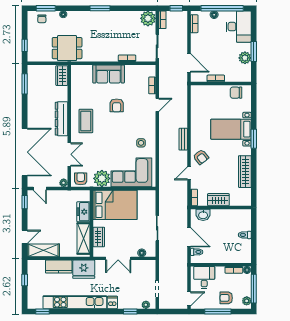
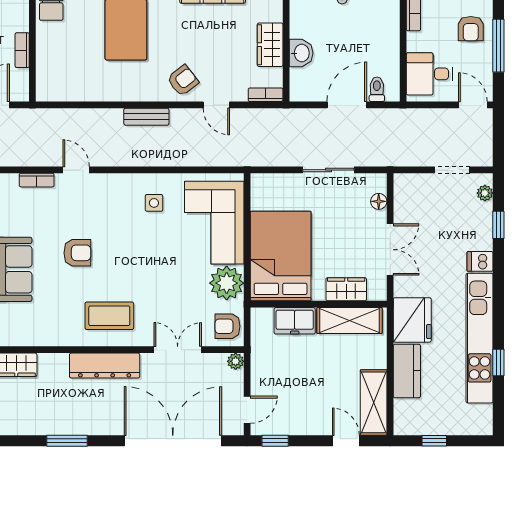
window: (25, 84) -> (67, 441), moved
washbasin: (203, 215) -> (301, 53), moved
window: (43, 311) -> (498, 362), moved

